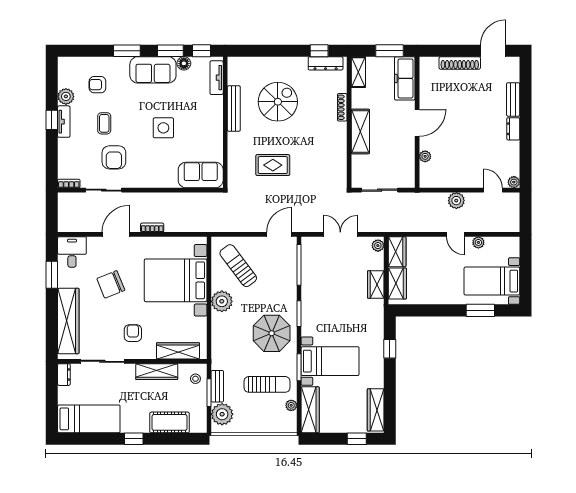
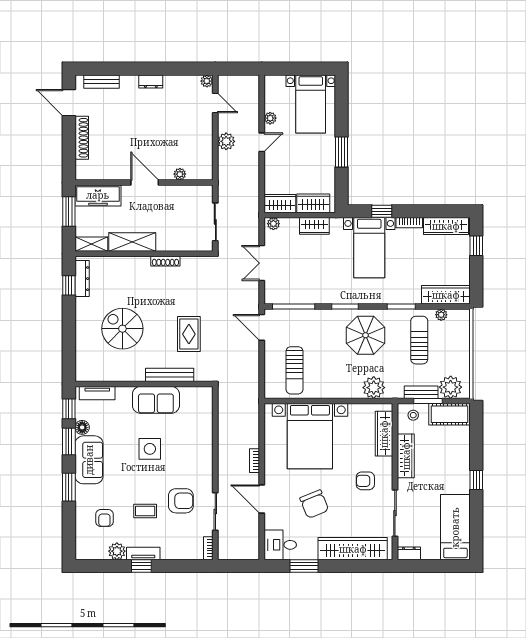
bench: (513, 99) -> (102, 82), moved
shoe rack: (342, 107) -> (165, 261), moved
bench: (234, 108) -> (170, 375), moved
shelving: (360, 131) -> (132, 242), moved
sofa: (201, 175) -> (156, 400), moved, turned -90
door: (493, 190) -> (215, 103), swing flipped
sun lounger: (238, 266) -> (295, 370), turned -53
plant: (222, 301) -> (374, 388), moved
window: (480, 310) -> (342, 152), moved
bed with nightstands: (330, 361) -> (369, 248), moved, turned 180
bookcase: (379, 375) -> (409, 223), added
cot: (170, 422) -> (449, 414), moved, turned 90

